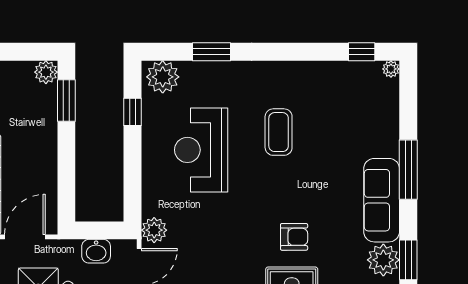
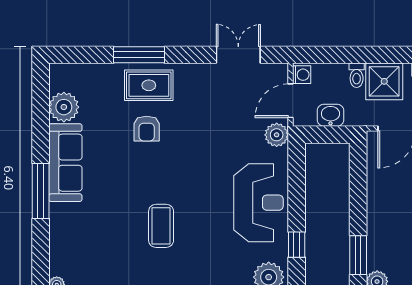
reception desk: (201, 150) -> (259, 203), moved
armchair: (294, 237) -> (147, 129), turned -90
window: (408, 260) -> (41, 107), removed

